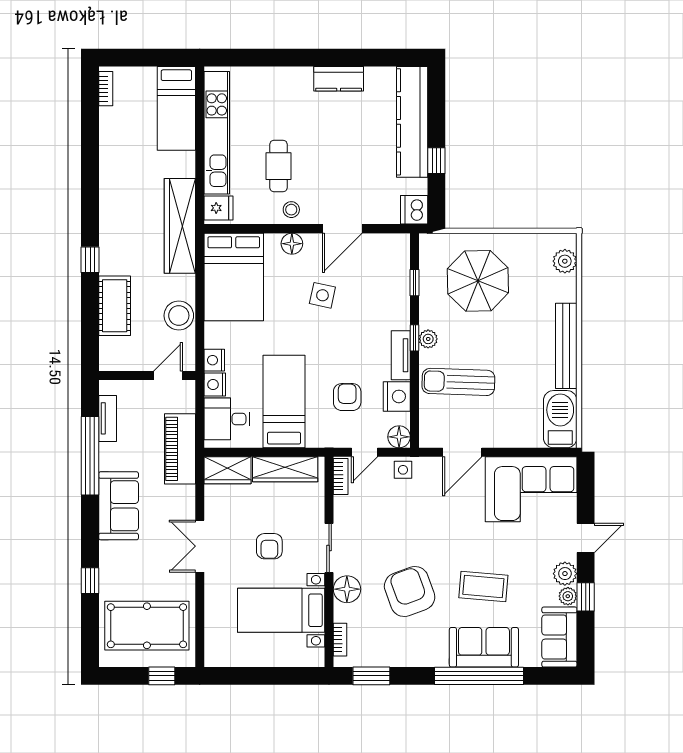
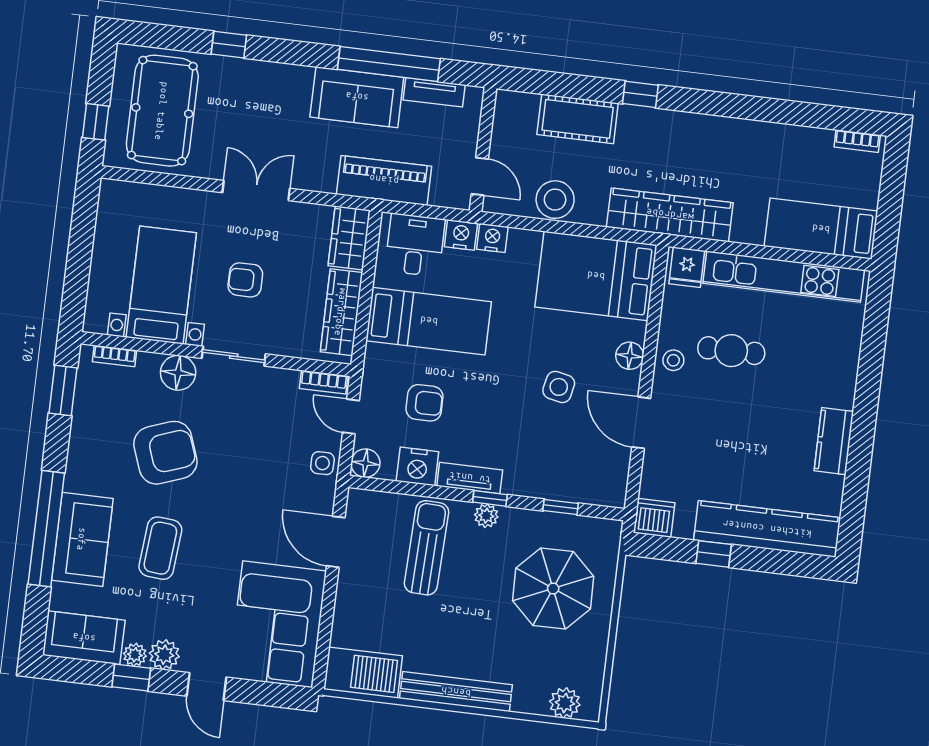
sofa: (119, 506) -> (357, 97), moved

